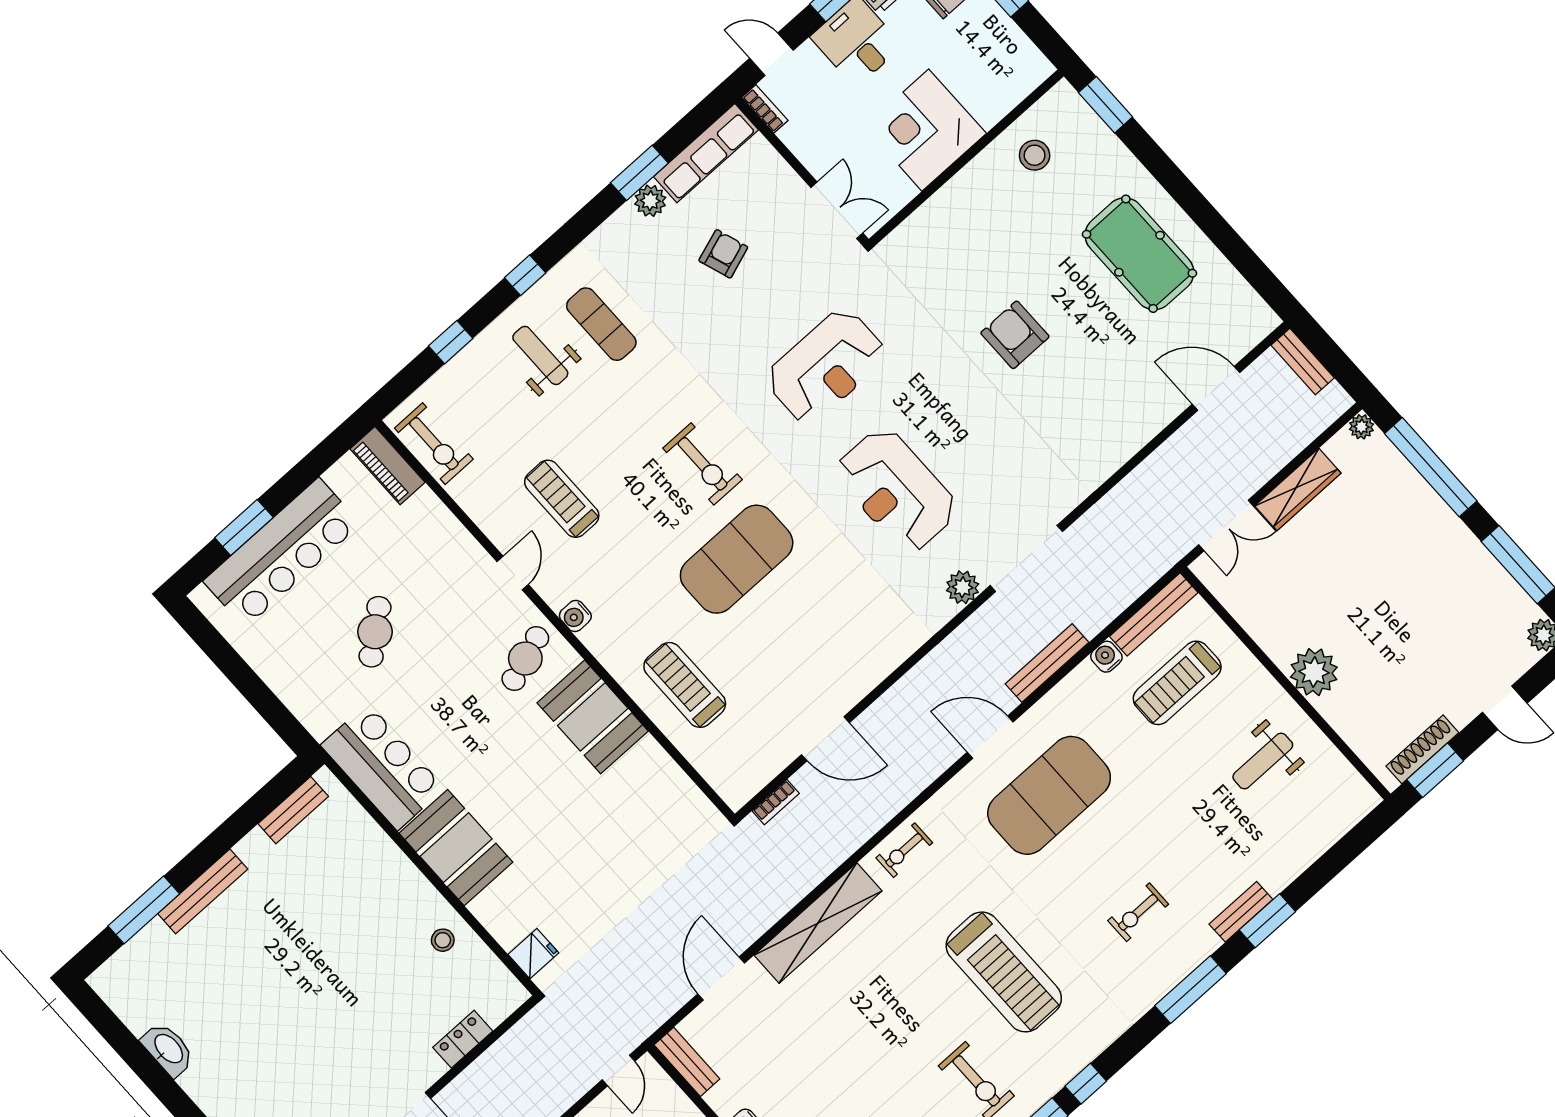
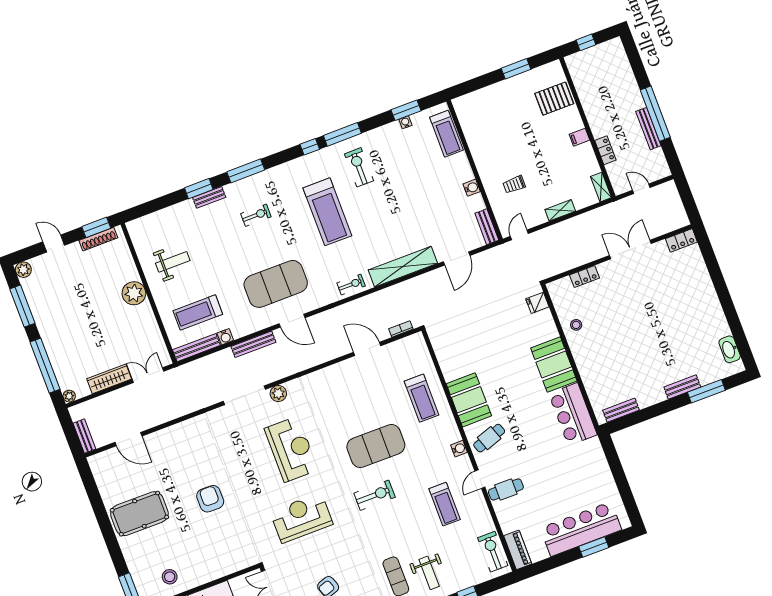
pool table: (1139, 254) -> (139, 514), turned 90
armchair: (1015, 335) -> (210, 499), turned 180
exercise bike: (702, 464) -> (375, 495), turned 90
cafe table: (375, 632) -> (506, 489), moved, turned 39
treadmill: (1177, 683) -> (198, 312), turned 180
bench: (203, 891) -> (682, 387), width x0.73
treadmill: (1004, 972) -> (327, 212), turned 180
washbasin: (168, 1049) -> (730, 349), moved

